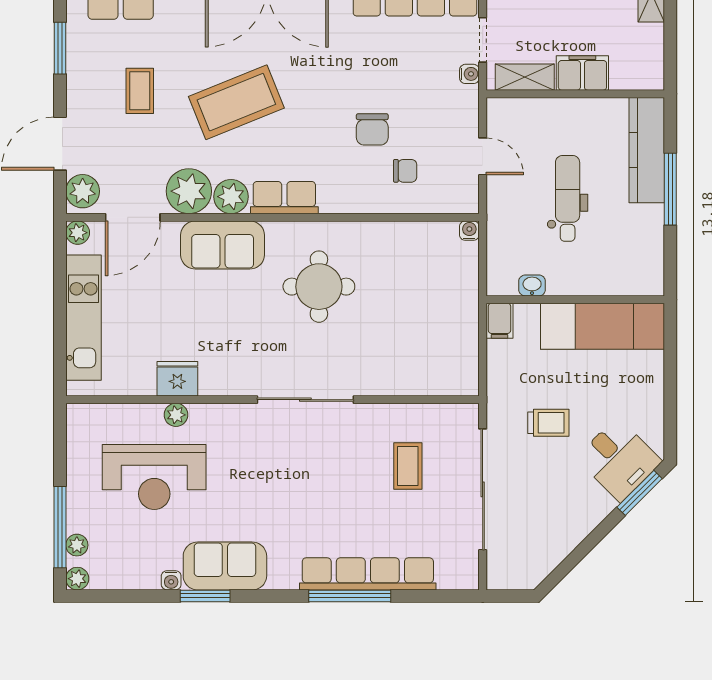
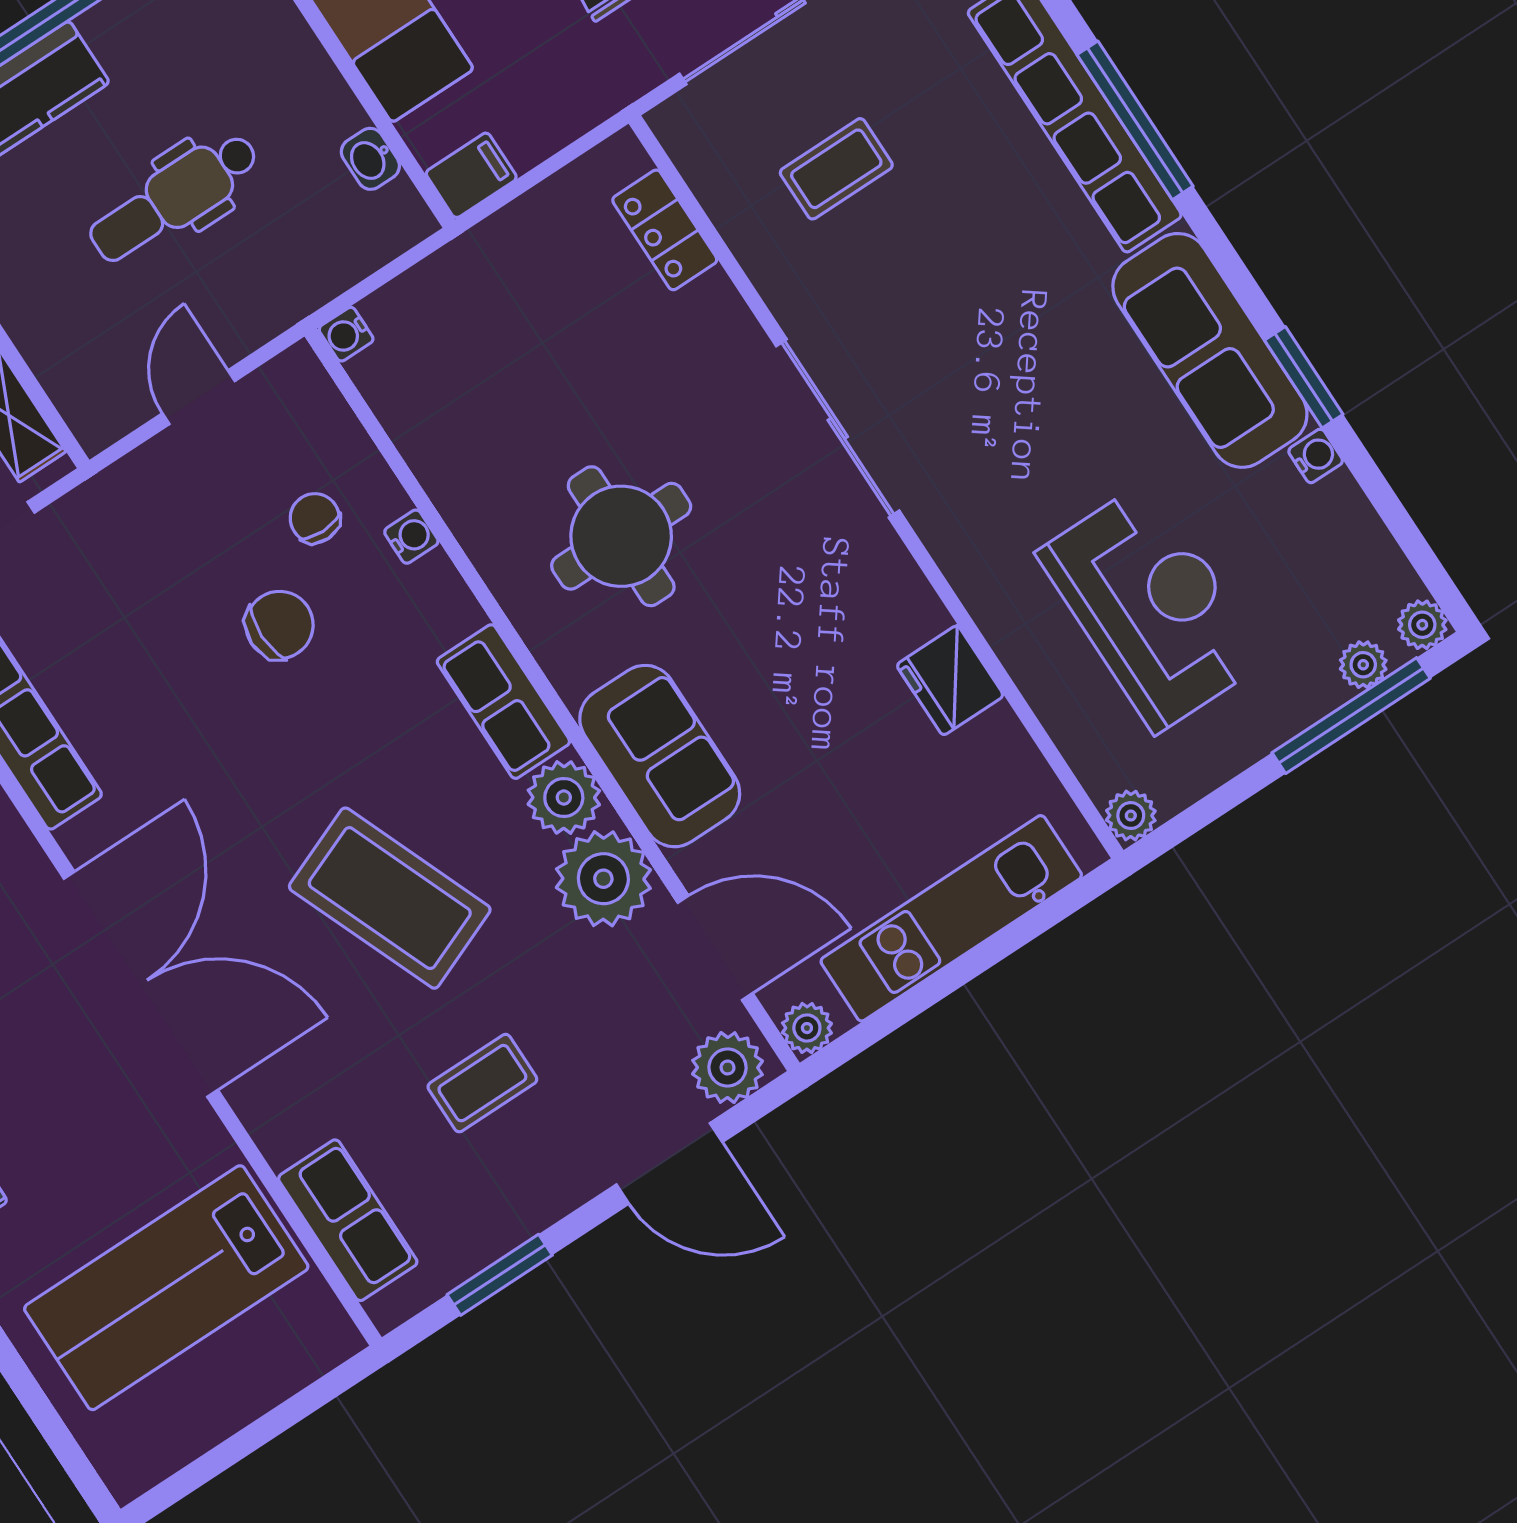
water cooler: (469, 74) -> (411, 537), moved, turned 90
locker: (428, 383) -> (665, 230), added
plant: (176, 415) -> (1131, 816), moved
sofa: (225, 566) -> (1210, 350), width x1.36

